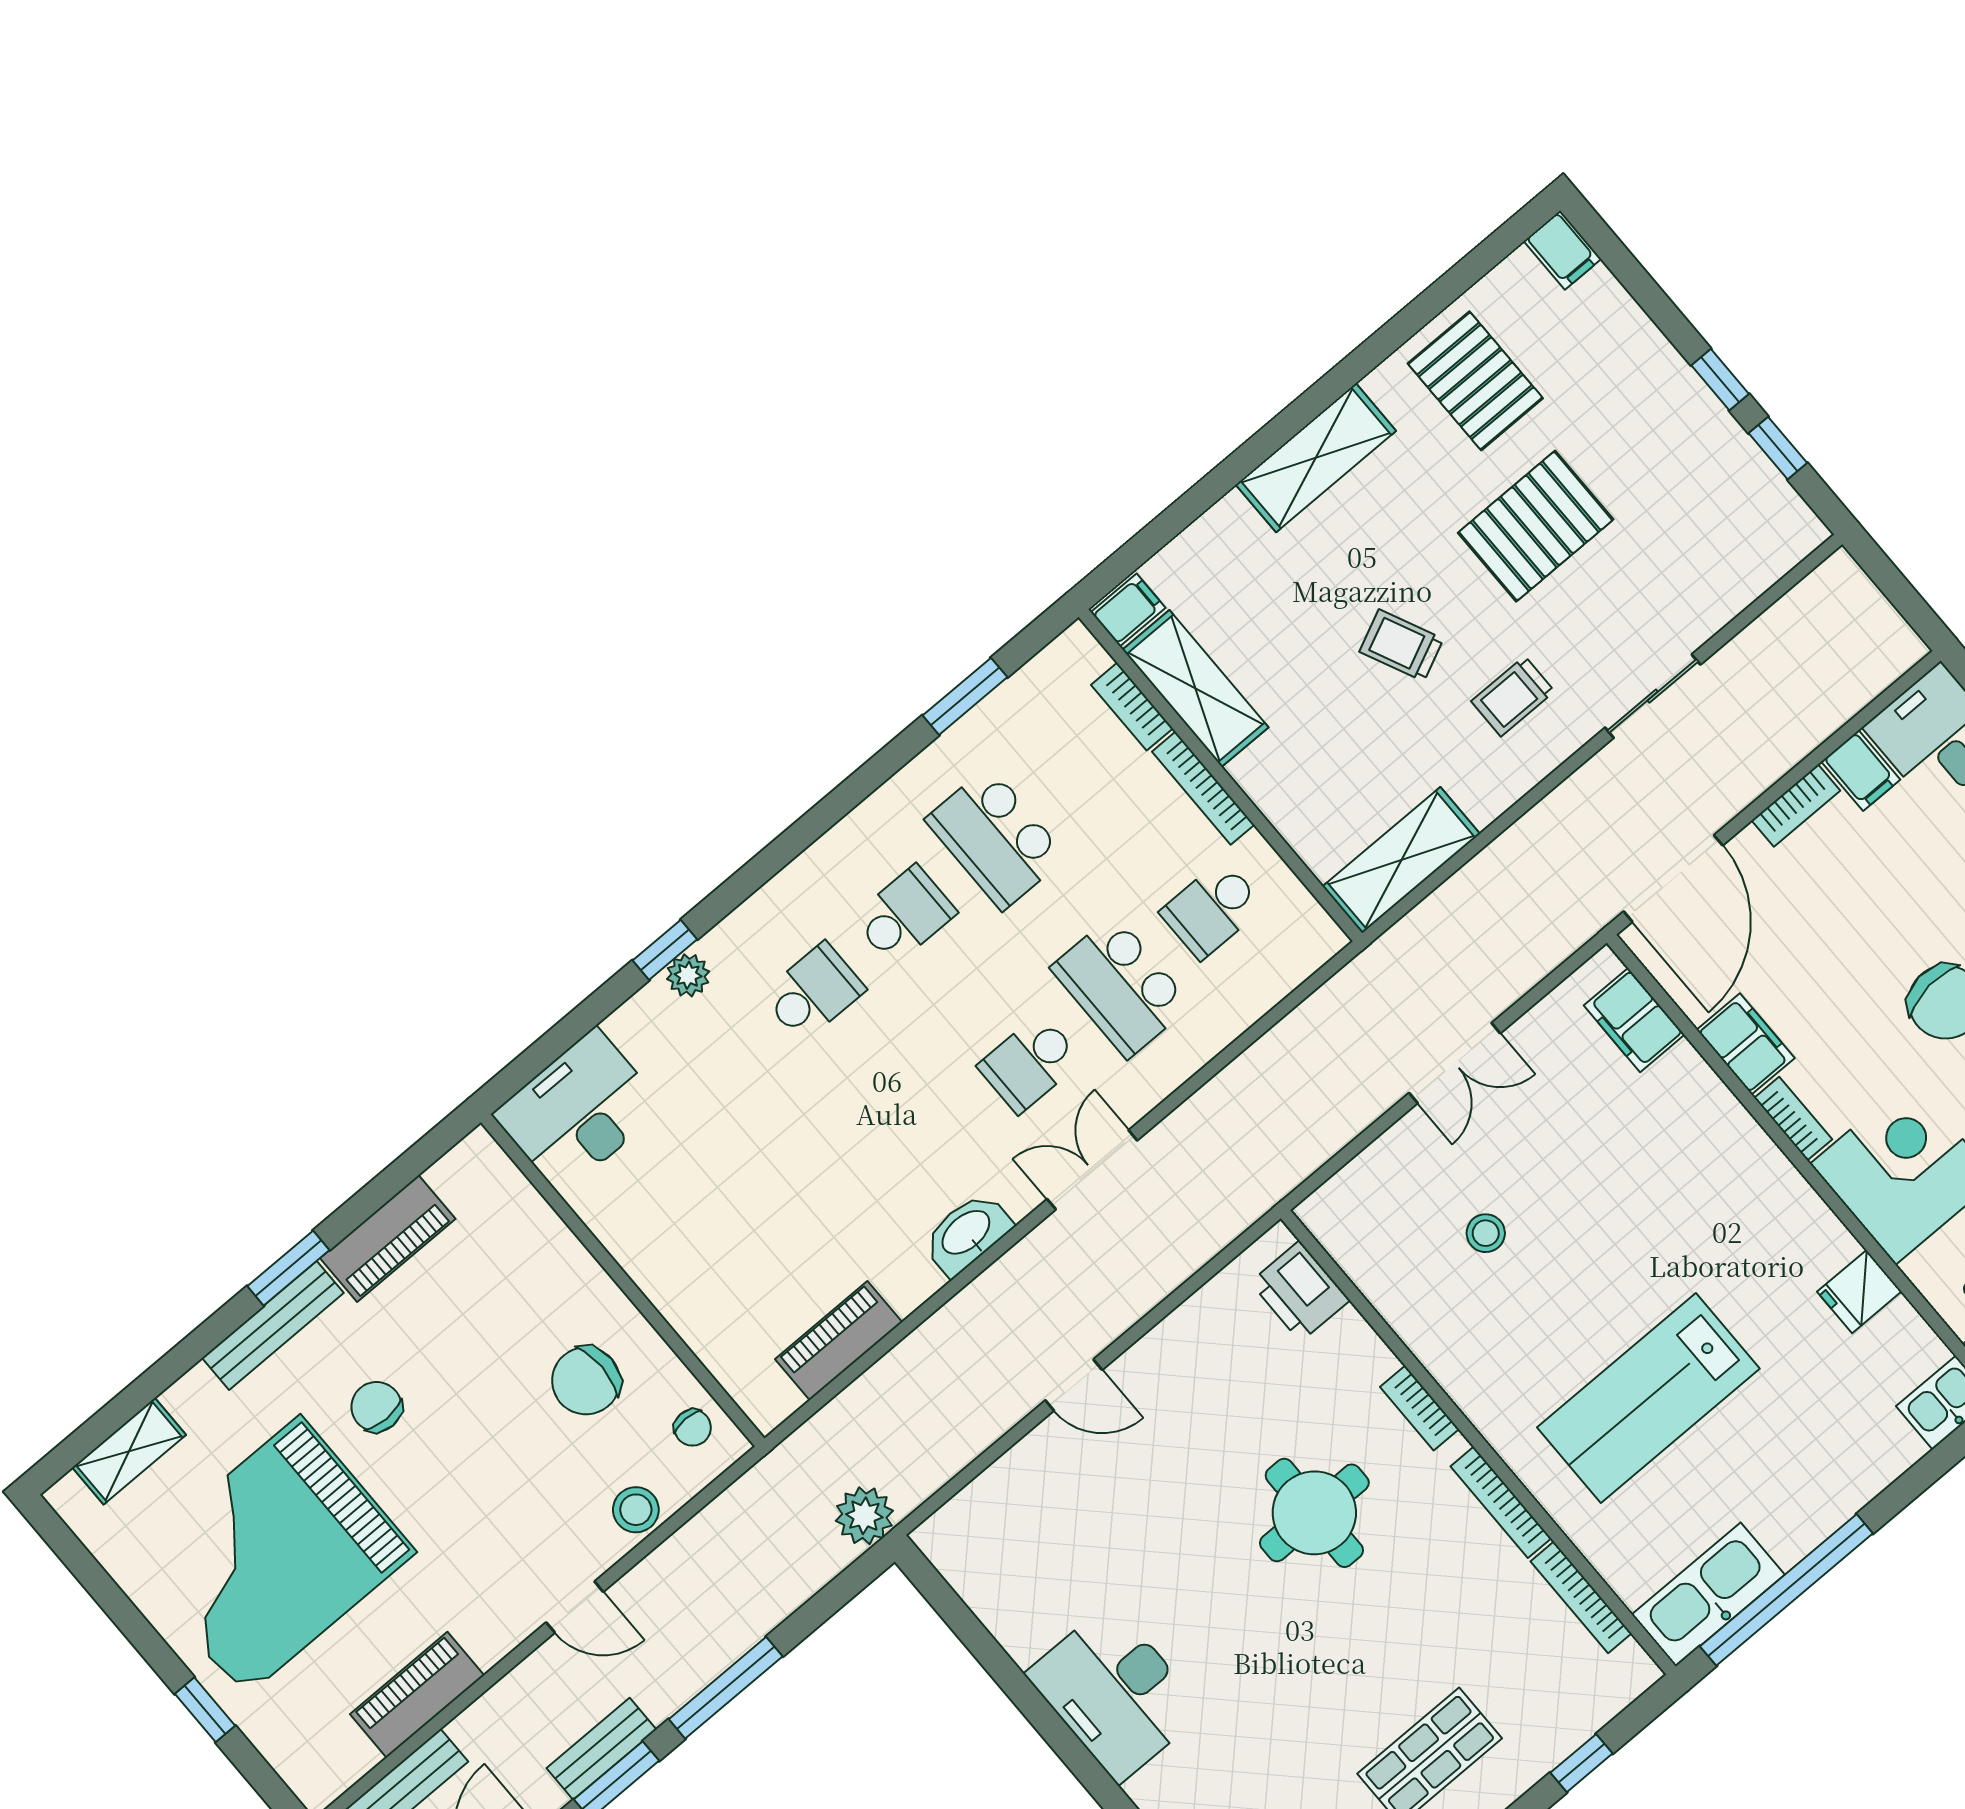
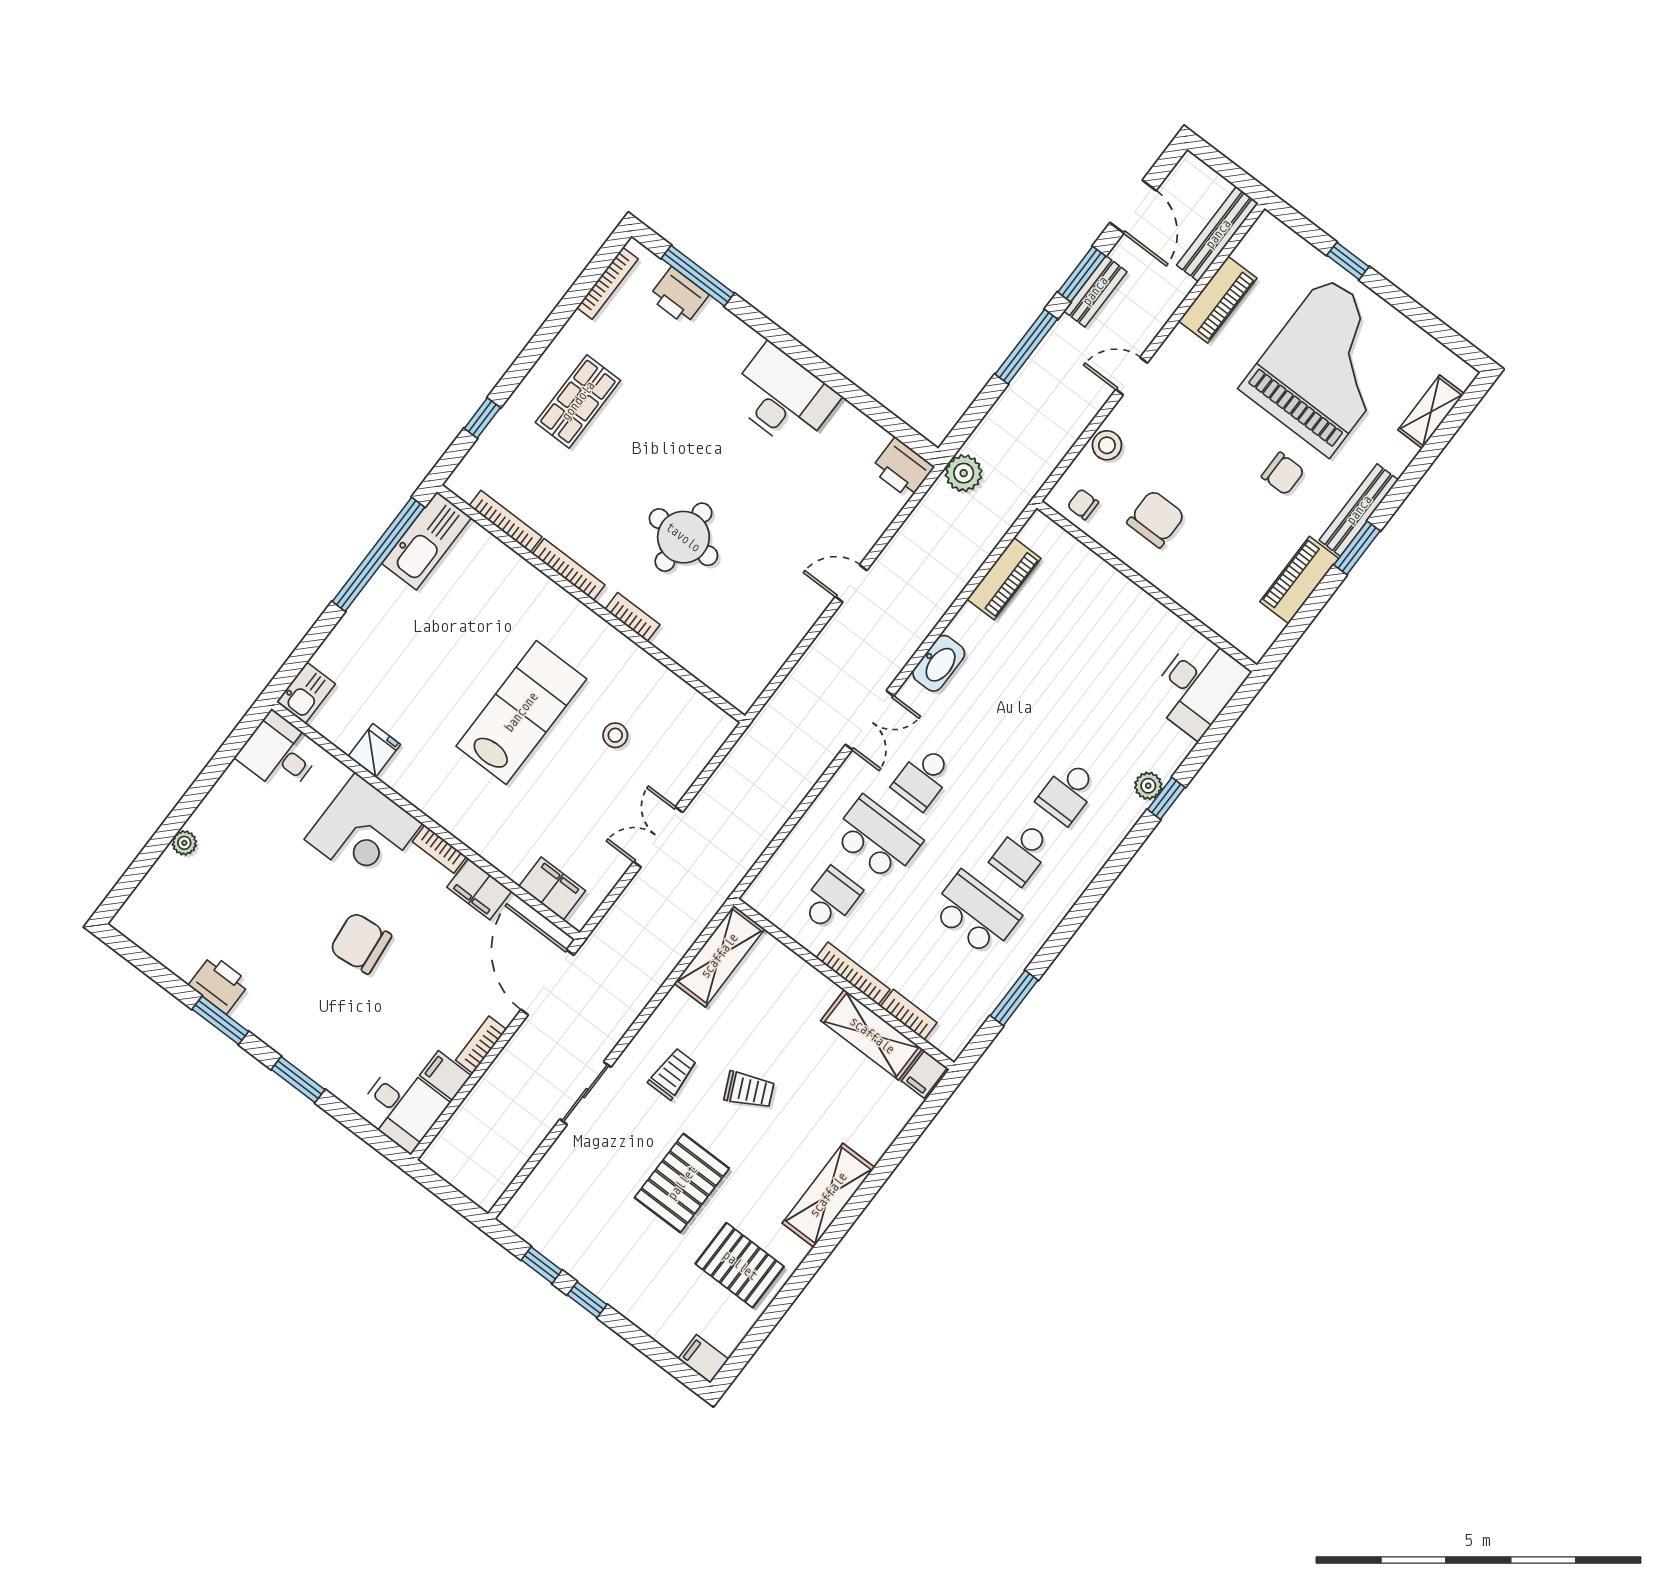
school desk: (1030, 1063) -> (923, 778), turned 180
printer: (1300, 1291) -> (903, 468), moved, turned 180
lab bench: (1648, 1398) -> (521, 712), moved

